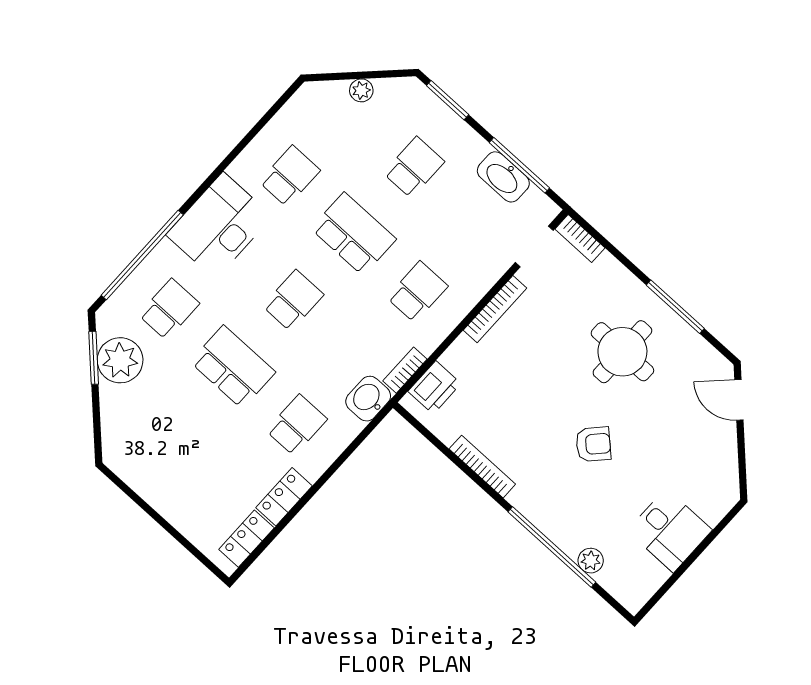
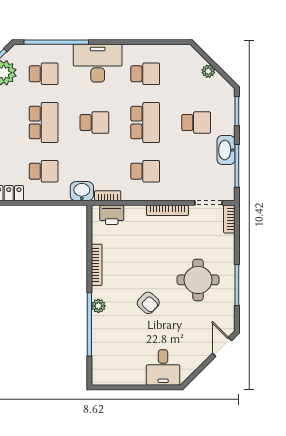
washbasin: (503, 177) -> (226, 150), moved
desk: (670, 530) -> (163, 368), moved
plant: (591, 561) -> (98, 306), moved

